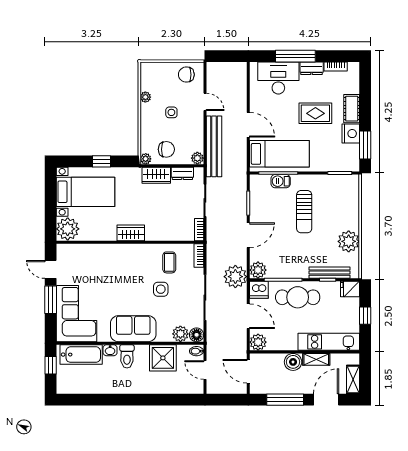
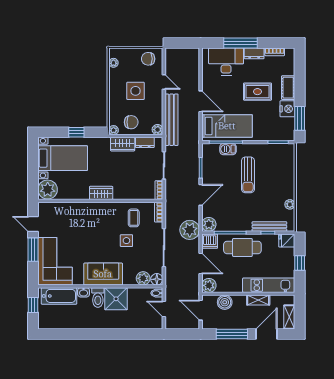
plant: (145, 97) -> (113, 63), moved
side table: (171, 112) -> (135, 91), width x1.87, depth x1.87
plant: (349, 241) -> (290, 204), width x0.53, depth x0.53
shower: (163, 358) -> (116, 299), moved
boiler: (293, 362) -> (225, 302), moved

